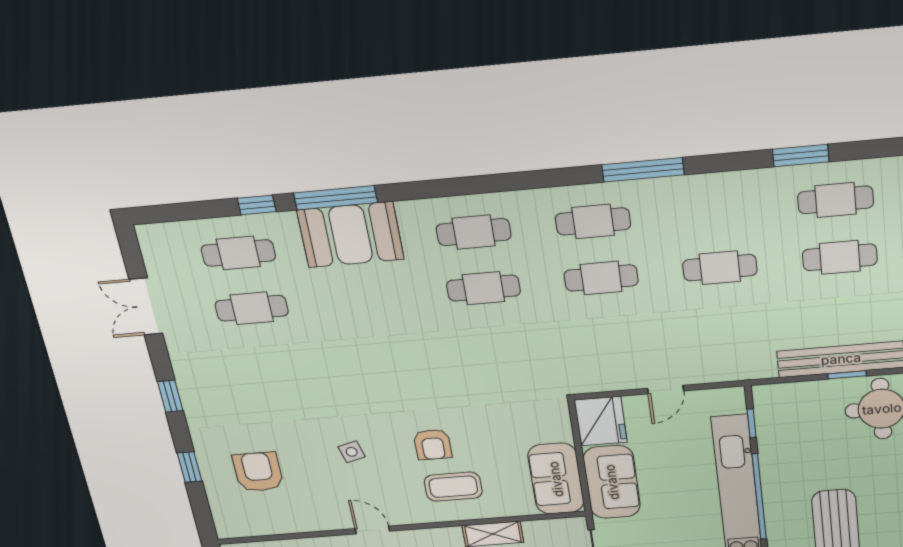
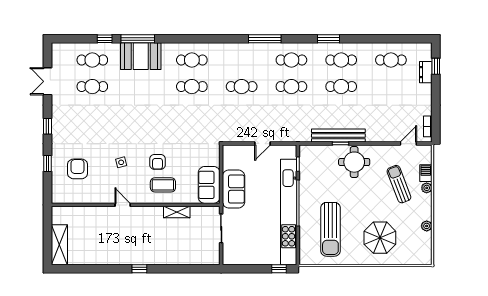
cafe table: (593, 221) -> (291, 60), moved
fridge: (601, 421) -> (233, 157), removed

